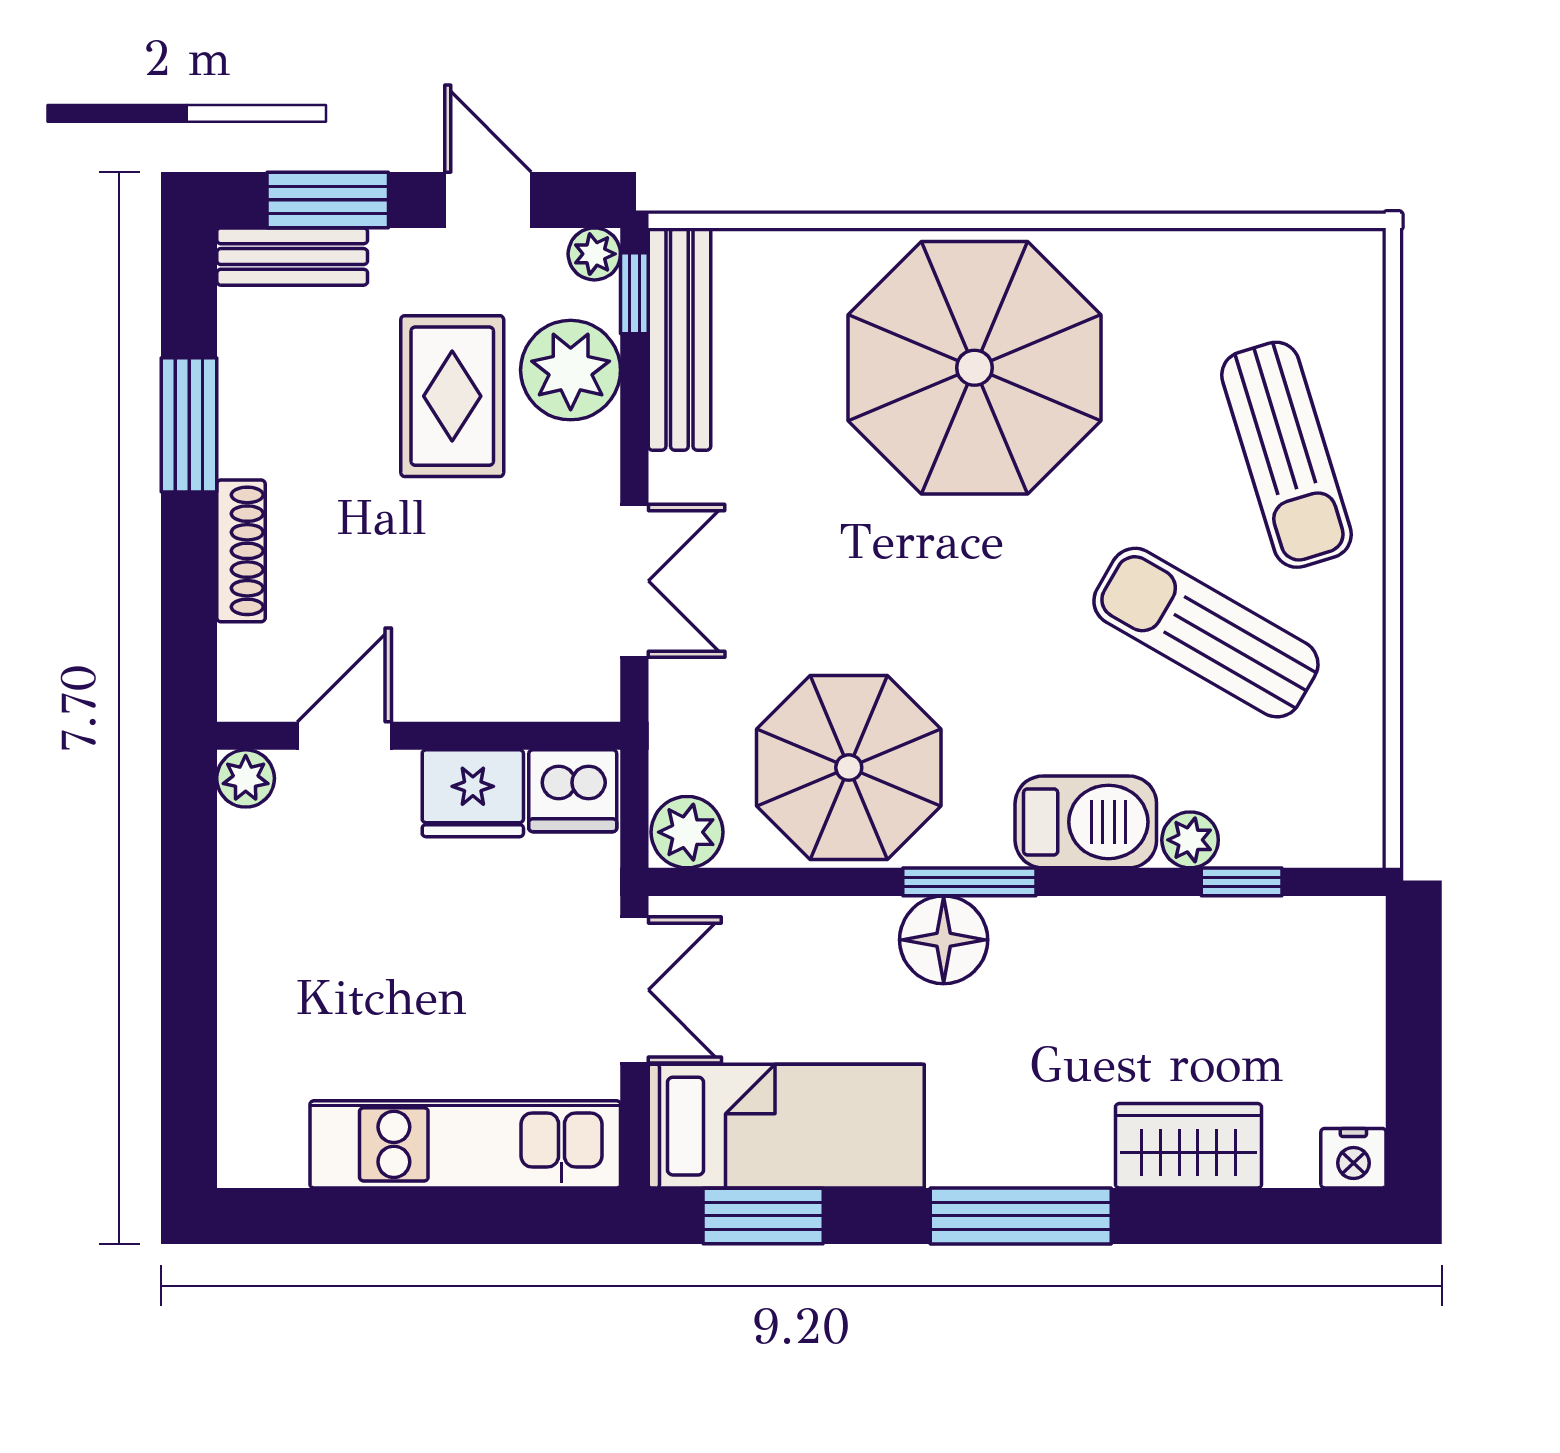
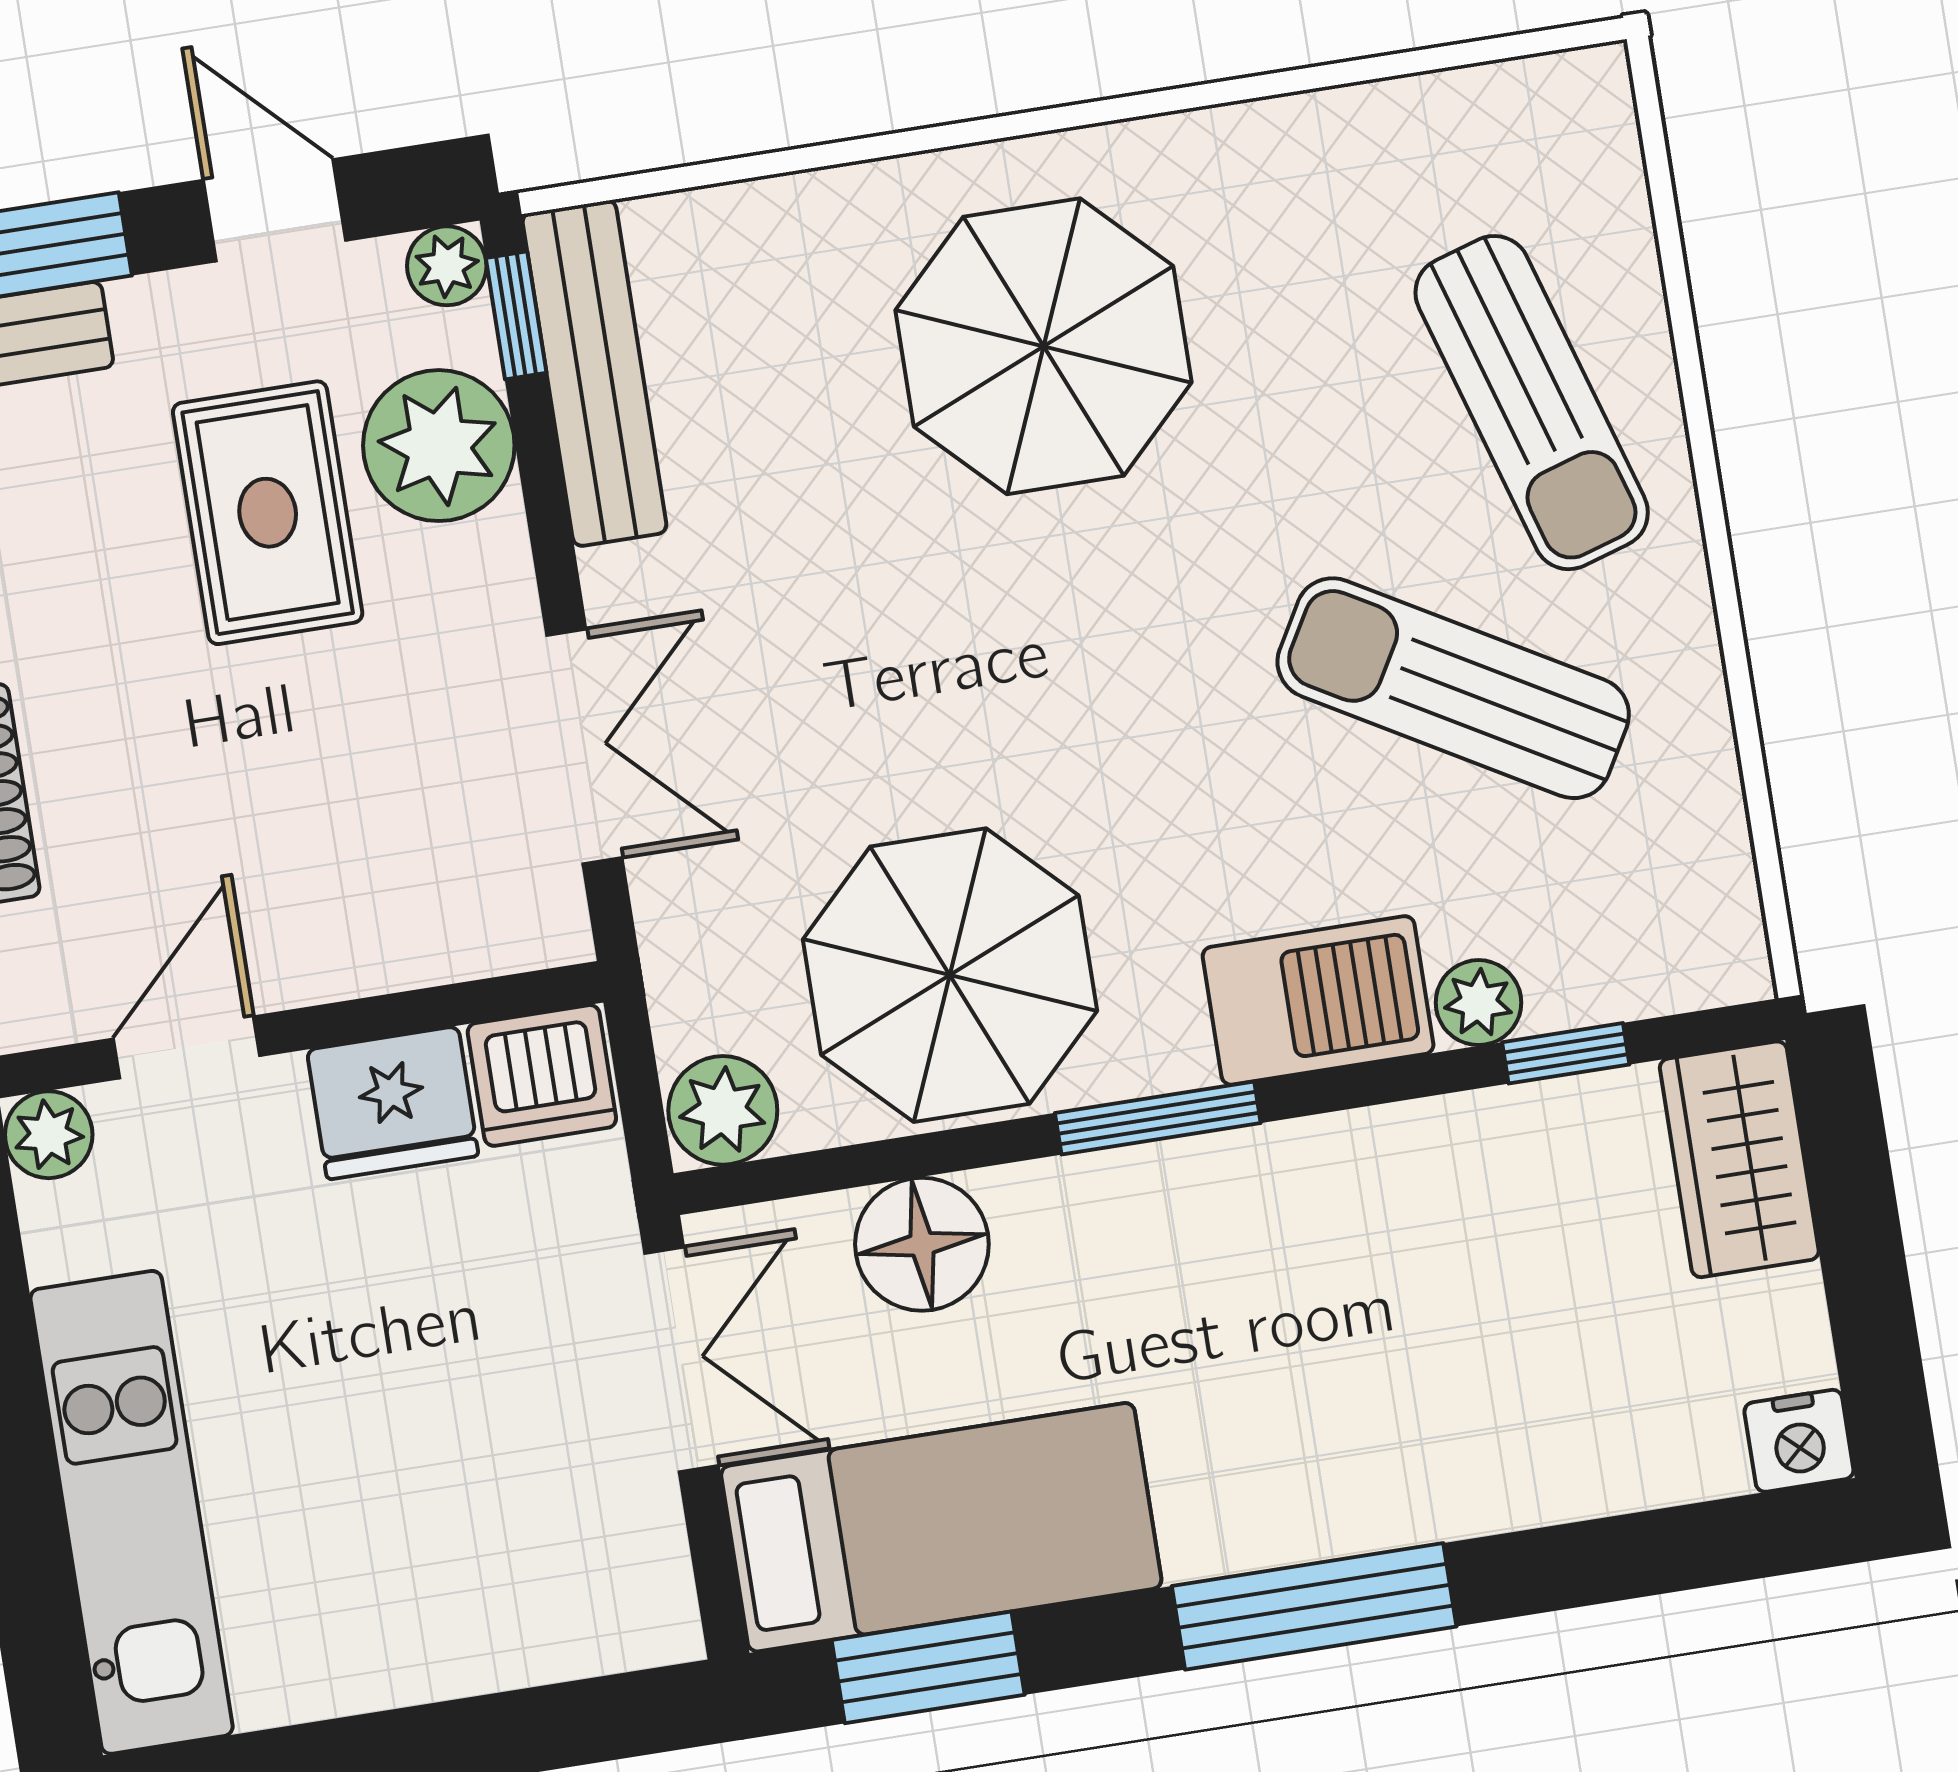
parasol: (975, 368) -> (1043, 346), width x0.73, depth x0.73
floor lamp: (944, 940) -> (922, 1244), moved
kitchen unit: (465, 1144) -> (132, 1512), moved, turned 90
wardrobe: (1189, 1146) -> (1739, 1159), moved, turned -90

